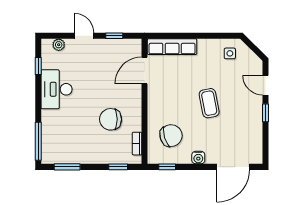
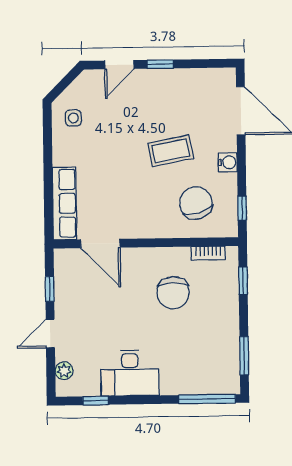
coffee table: (209, 103) -> (171, 151), moved

